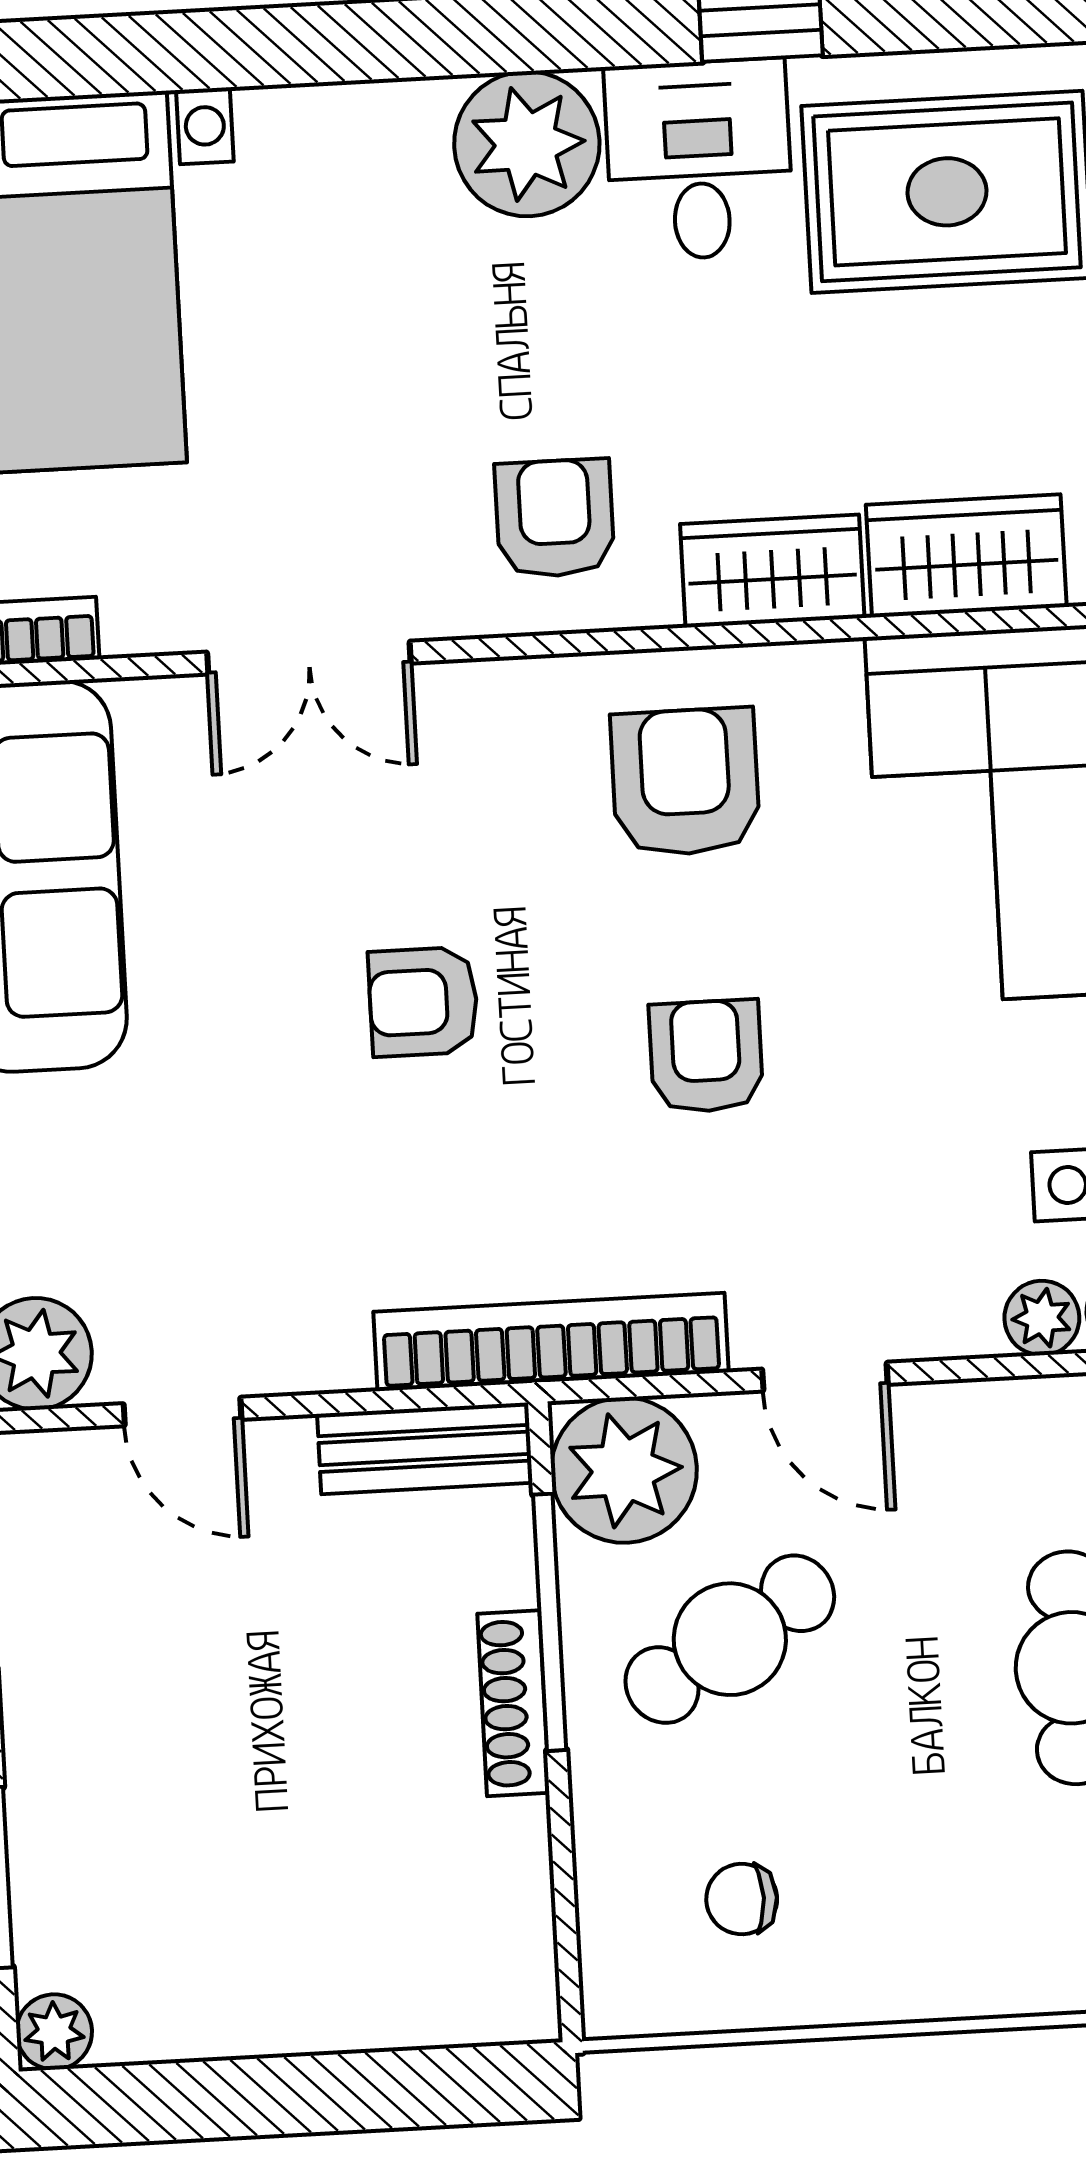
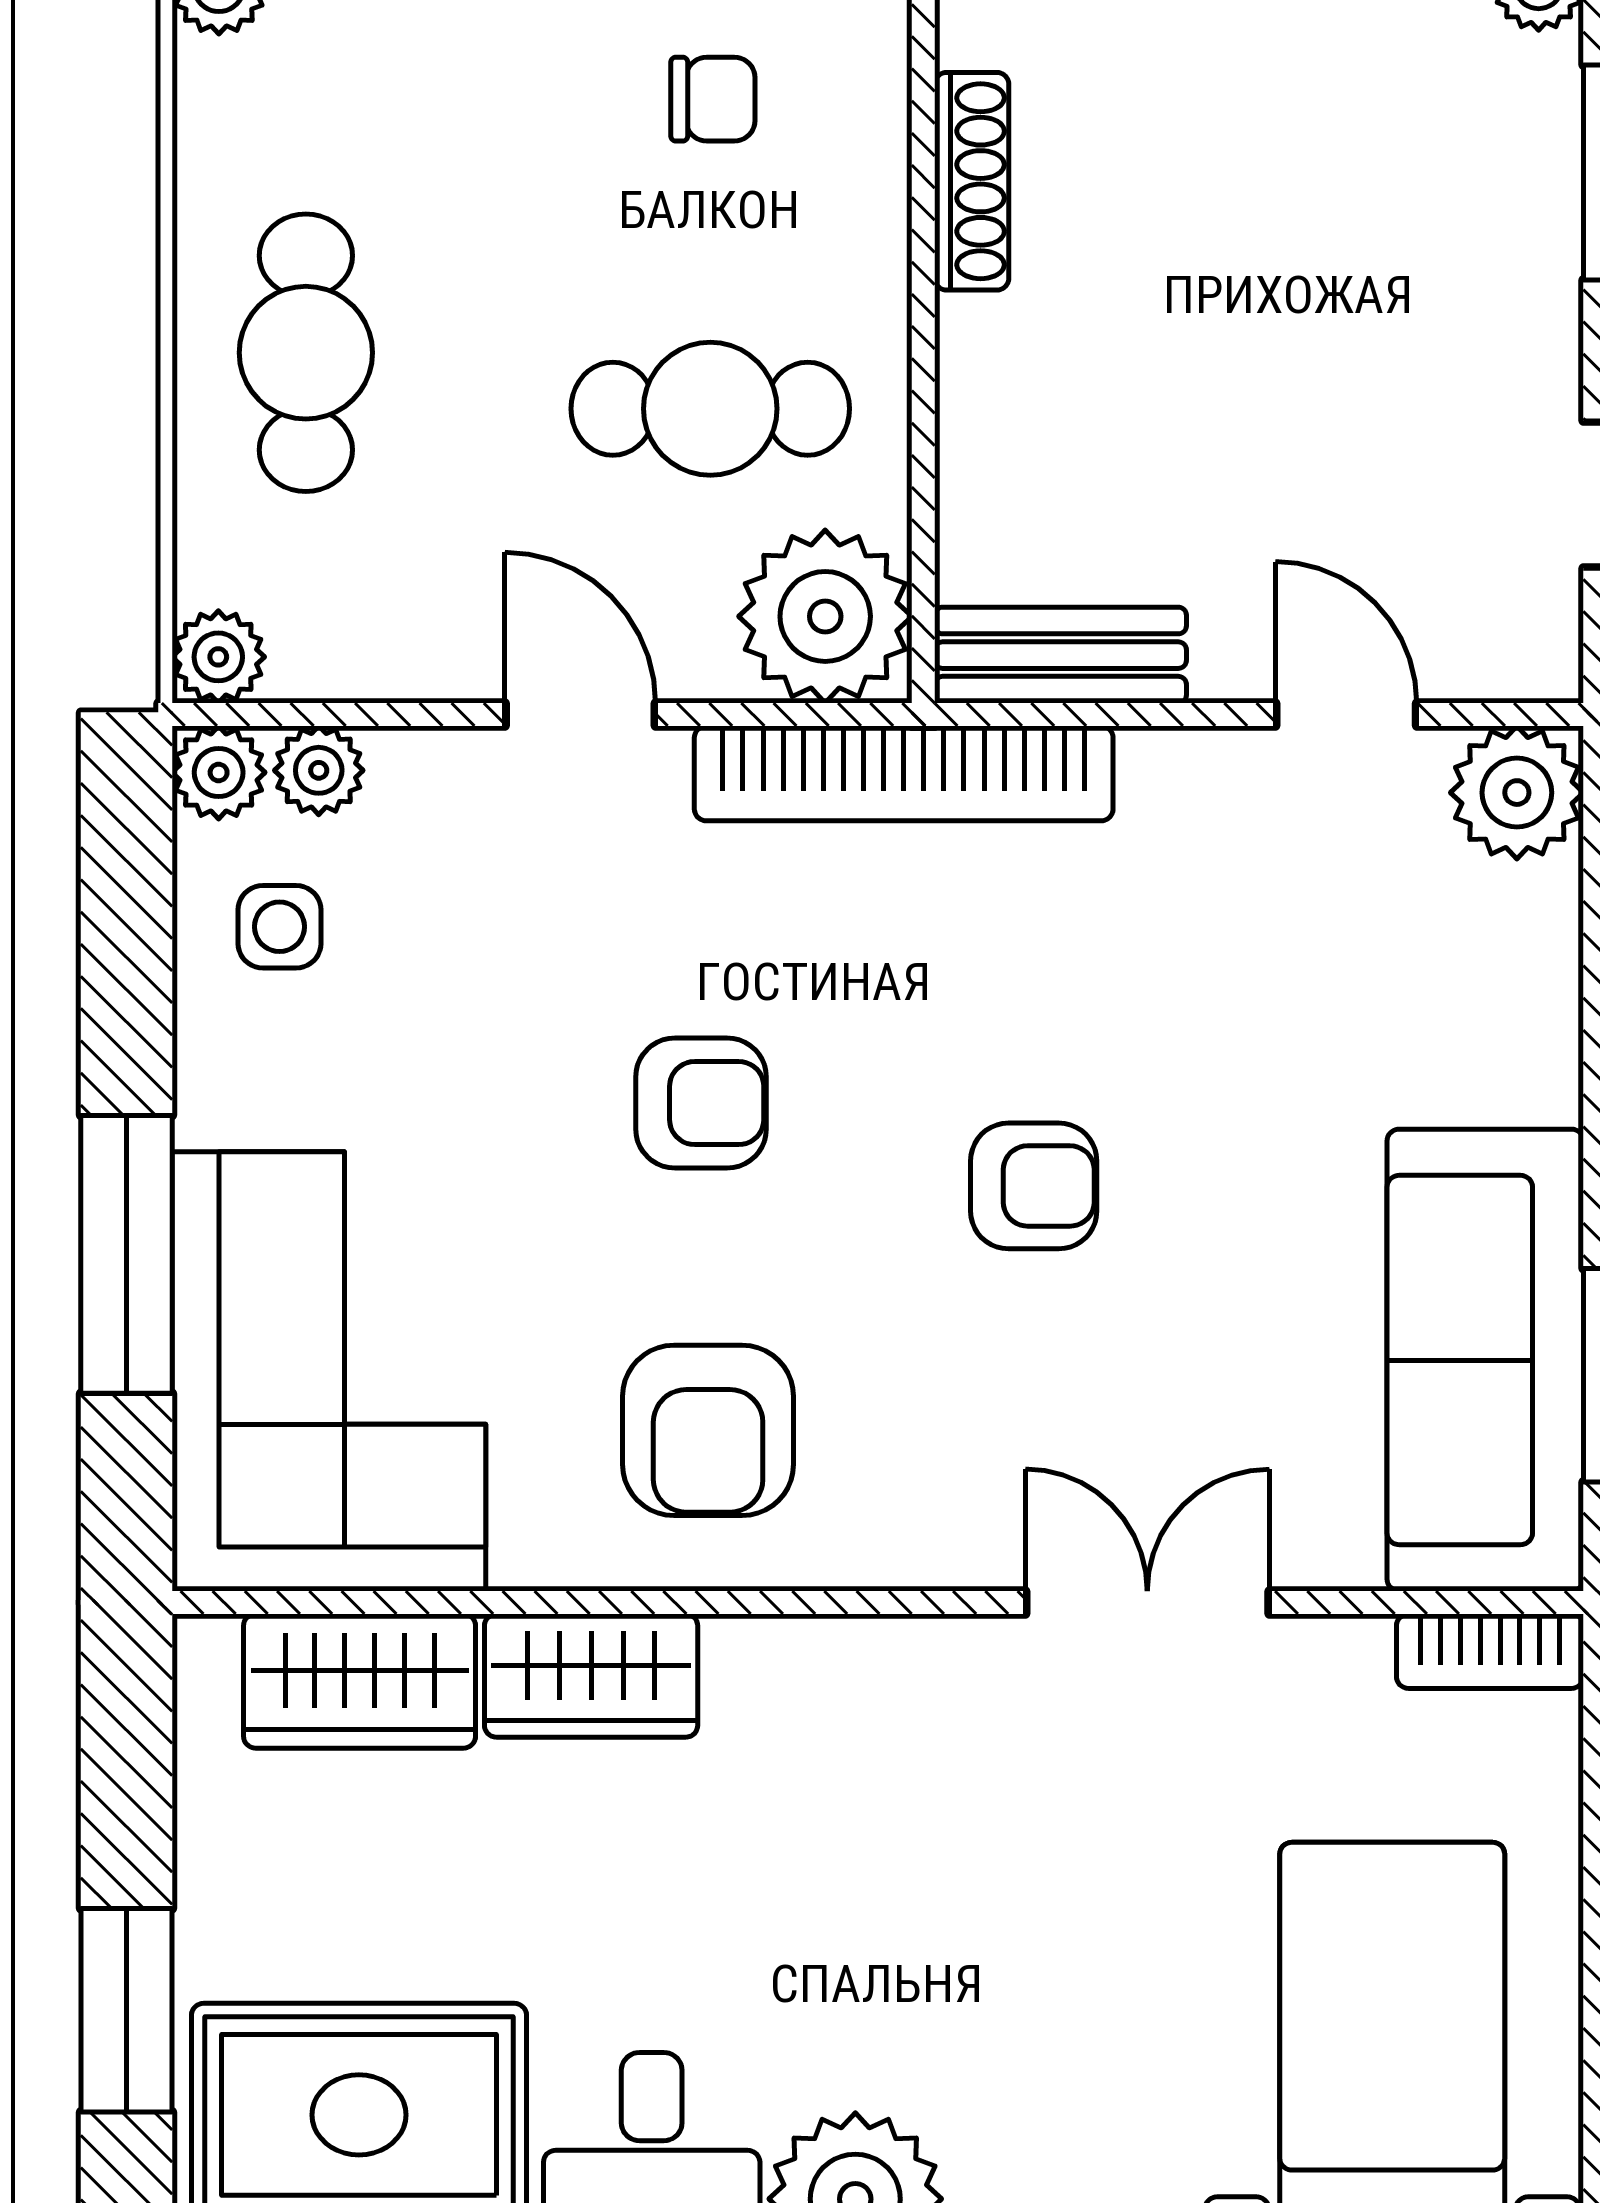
armchair: (555, 518) -> (846, 1752), removed
armchair: (706, 1056) -> (701, 1103), turned -90
window: (550, 1622) -> (923, 440), removed
cafe table: (730, 1639) -> (710, 409), turned 31
shoe rack: (513, 1703) -> (972, 181), moved

